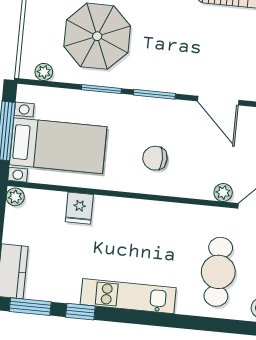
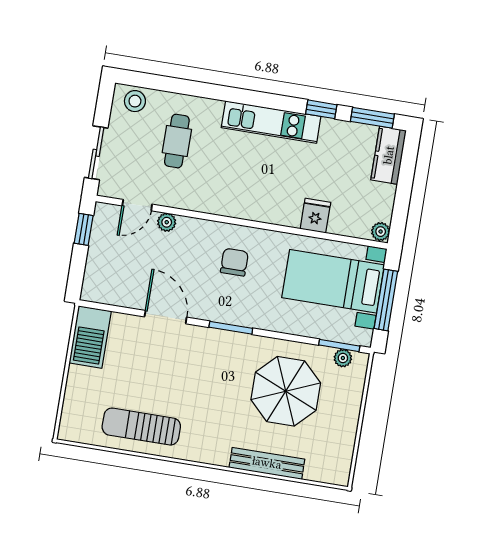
window: (101, 89) -> (339, 345), moved
chair: (155, 158) -> (234, 262), turned -90
cafe table: (218, 272) -> (177, 141), width x0.73, depth x0.74

